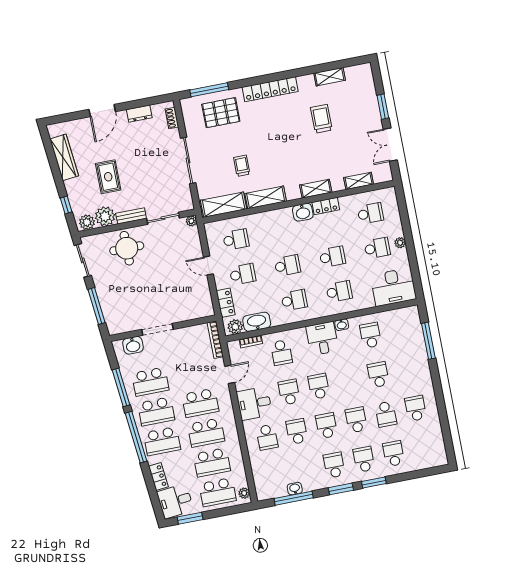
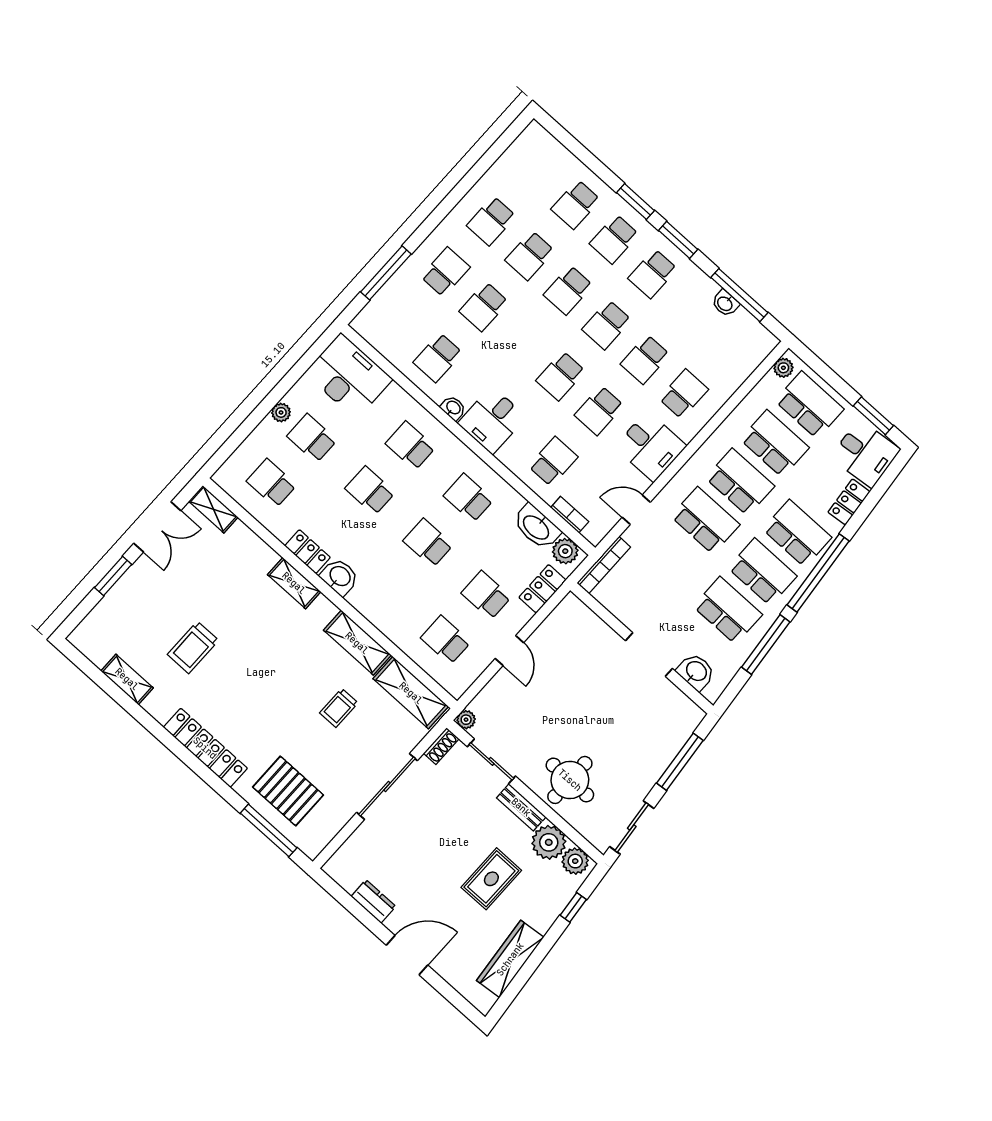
shoe rack: (172, 118) -> (441, 746), moved
shelving: (359, 181) -> (213, 509), moved
school desk: (408, 369) -> (445, 272), added
school desk: (386, 414) -> (530, 255), turned 180

